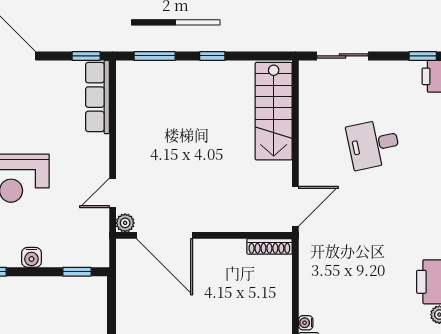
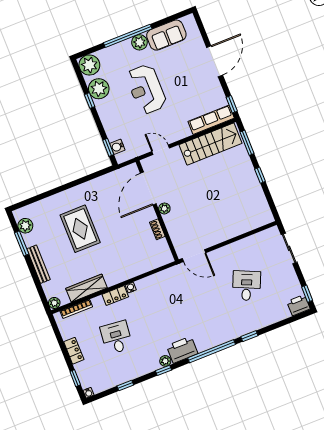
stairs: (274, 111) -> (211, 144), moved, turned 180
desk: (373, 144) -> (246, 286), turned 36
plant: (125, 223) -> (164, 208), moved
shoe rack: (269, 246) -> (157, 229), moved, width x0.70
water cooler: (31, 257) -> (117, 147), moved

